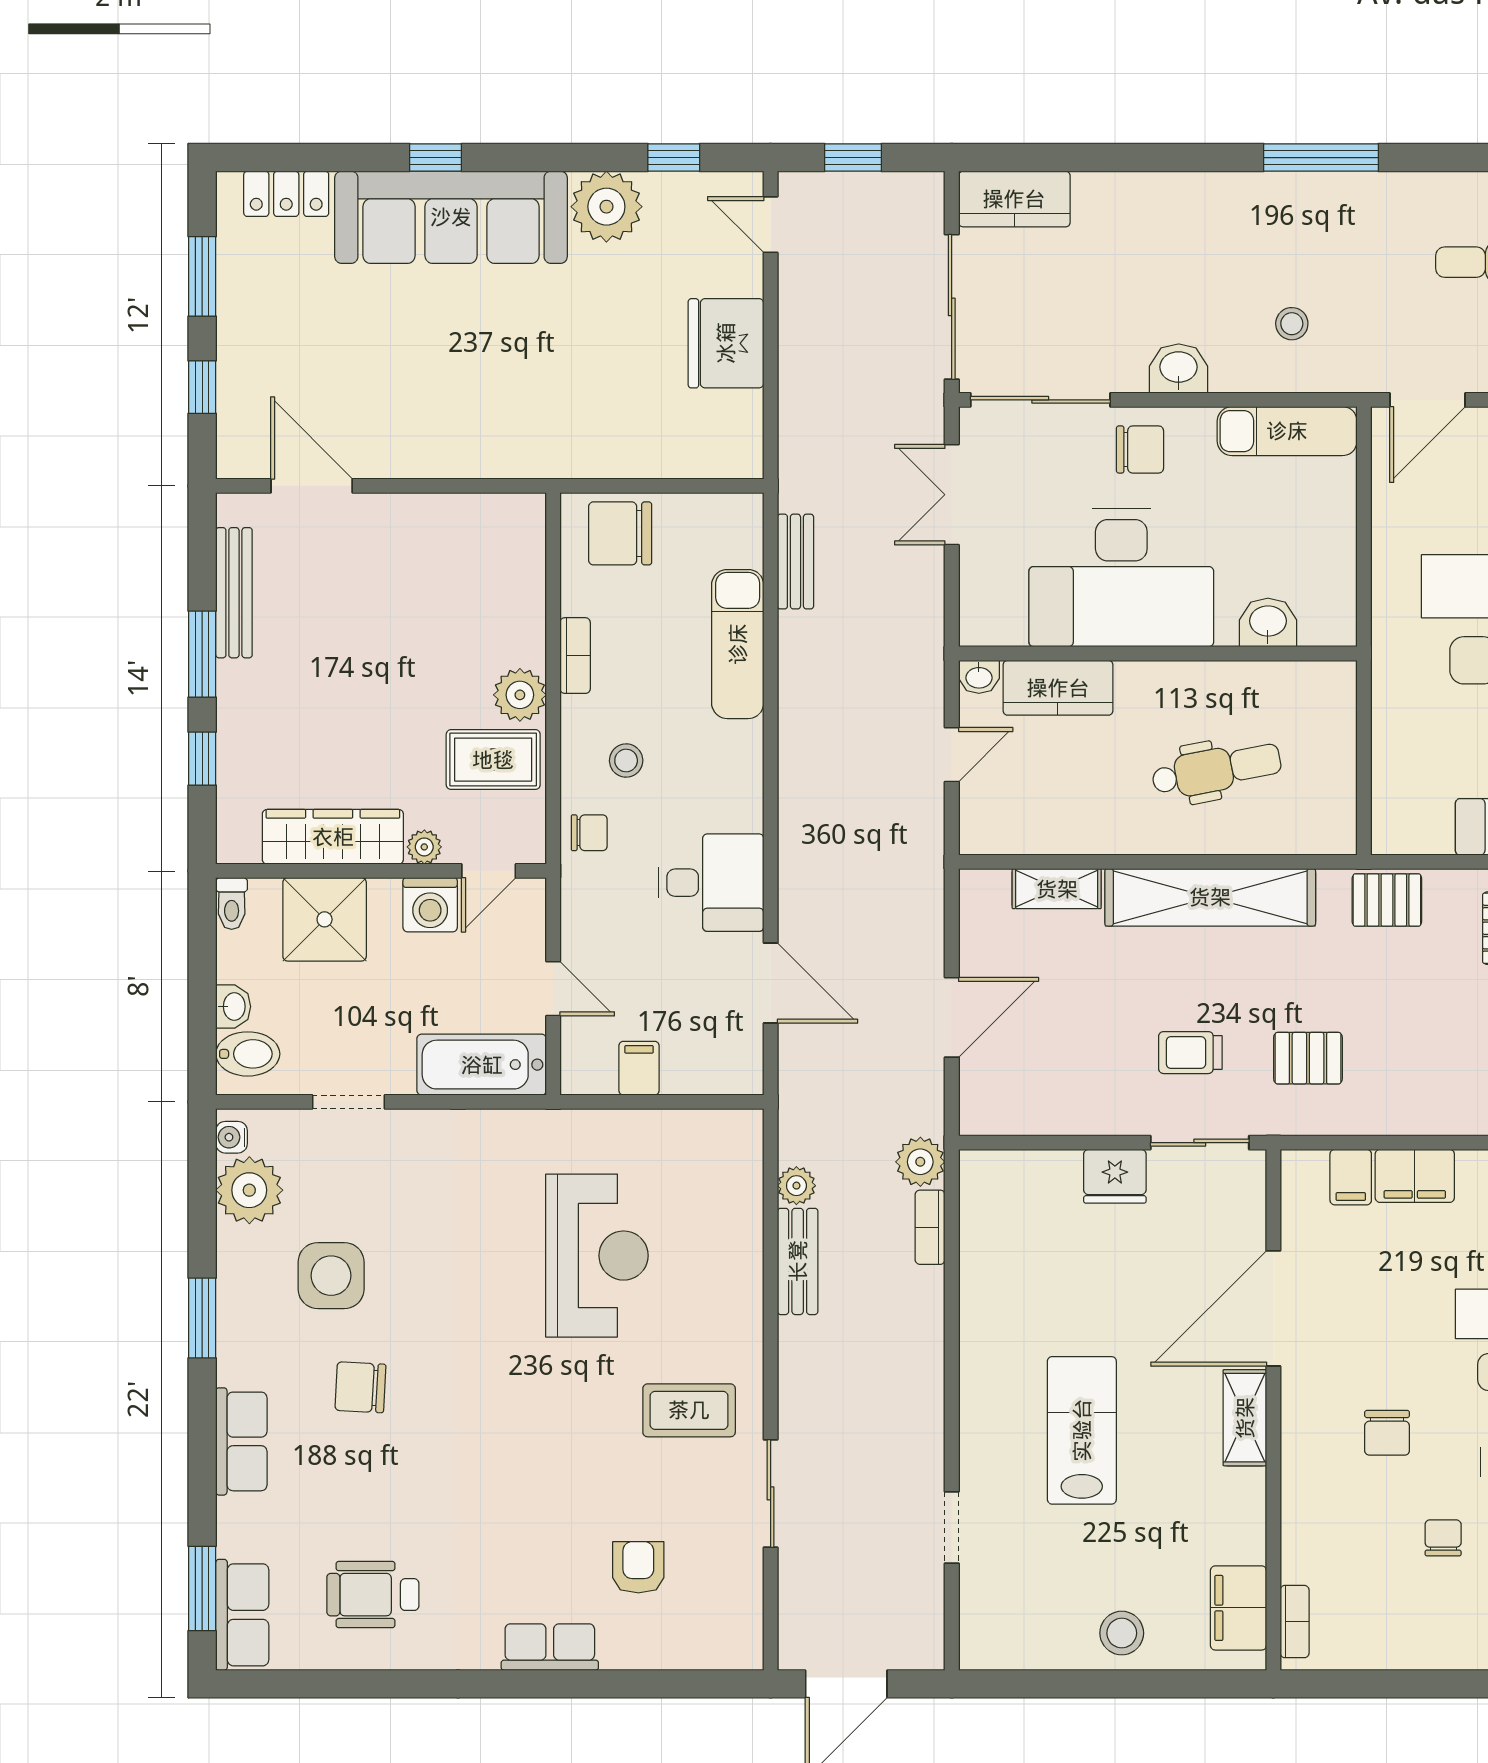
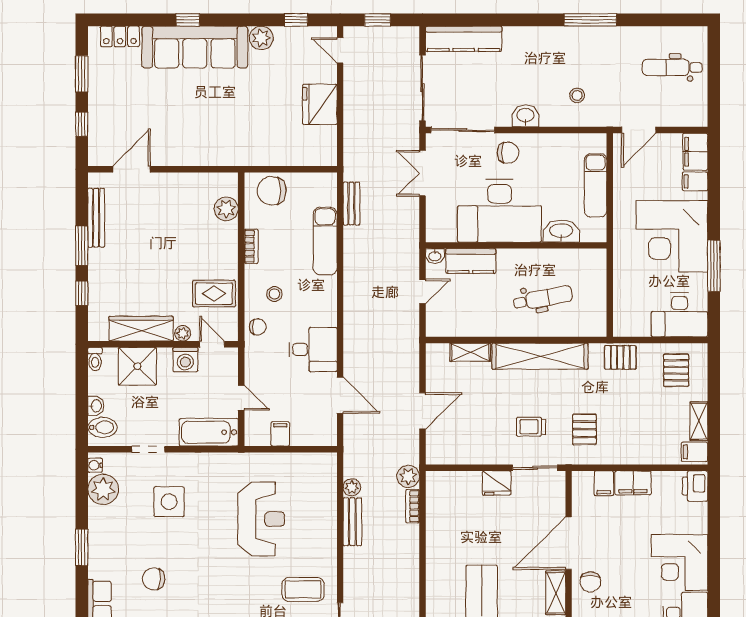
kitchen counter: (1014, 199) -> (464, 39), width x1.50
plant: (606, 207) -> (261, 38), width x0.73, depth x0.73
exam couch: (1287, 431) -> (596, 185), moved, turned 90
door: (312, 486) -> (131, 169), hinge flipped
washbasin: (1268, 622) -> (561, 231), width x1.38
plant: (520, 695) -> (226, 209), moved
door: (489, 871) -> (212, 344), swing flipped
pallet: (1308, 1058) -> (584, 429), turned 90
side table: (331, 1276) -> (169, 502), moved
chair: (1387, 1433) -> (590, 582), moved

